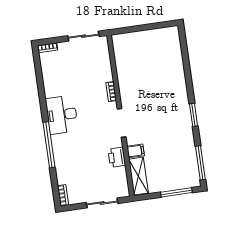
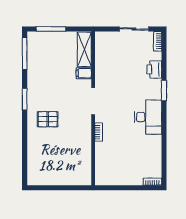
sliding door: (84, 36) -> (117, 188), removed
pallet: (166, 97) -> (48, 119), added
window: (49, 145) -> (164, 91), width x0.47
printer: (117, 157) -> (154, 69), moved, turned 180
sliding door: (102, 203) -> (134, 29), moved

